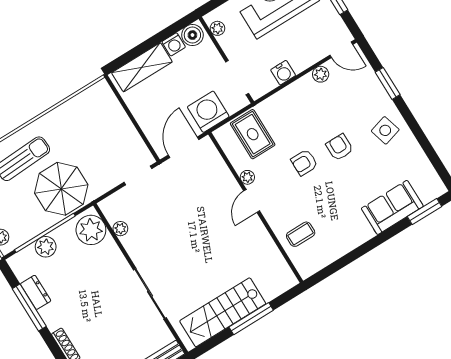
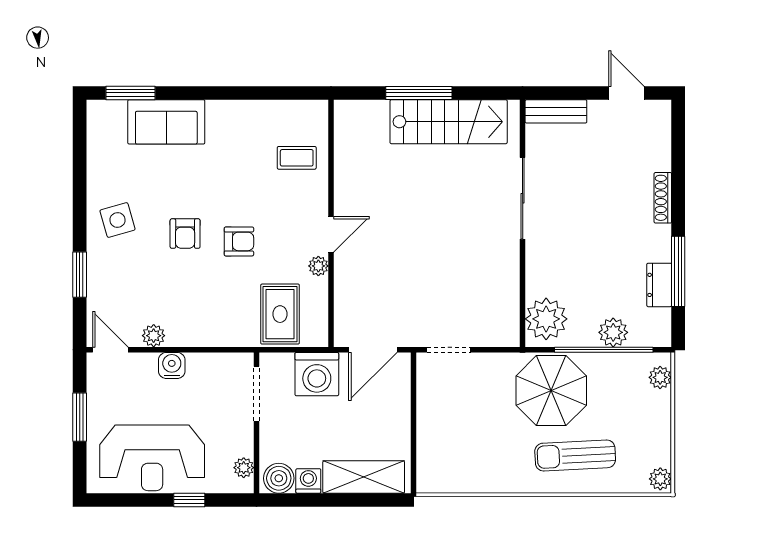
water cooler: (283, 73) -> (172, 365), moved
plant: (120, 229) -> (510, 299), removed

